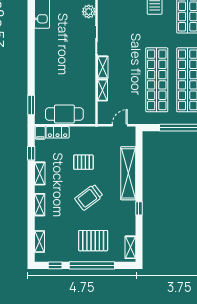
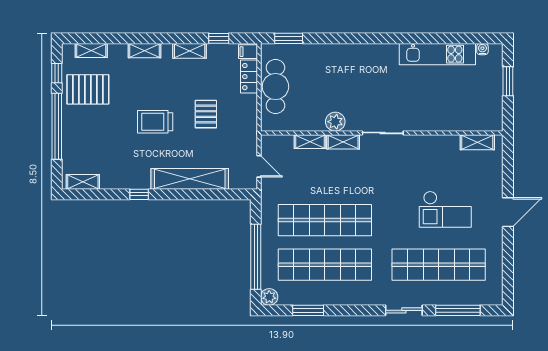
plant: (89, 12) -> (335, 122), moved
trolley: (89, 197) -> (155, 122), turned -53
pallet: (93, 241) -> (88, 89), moved, turned 90

